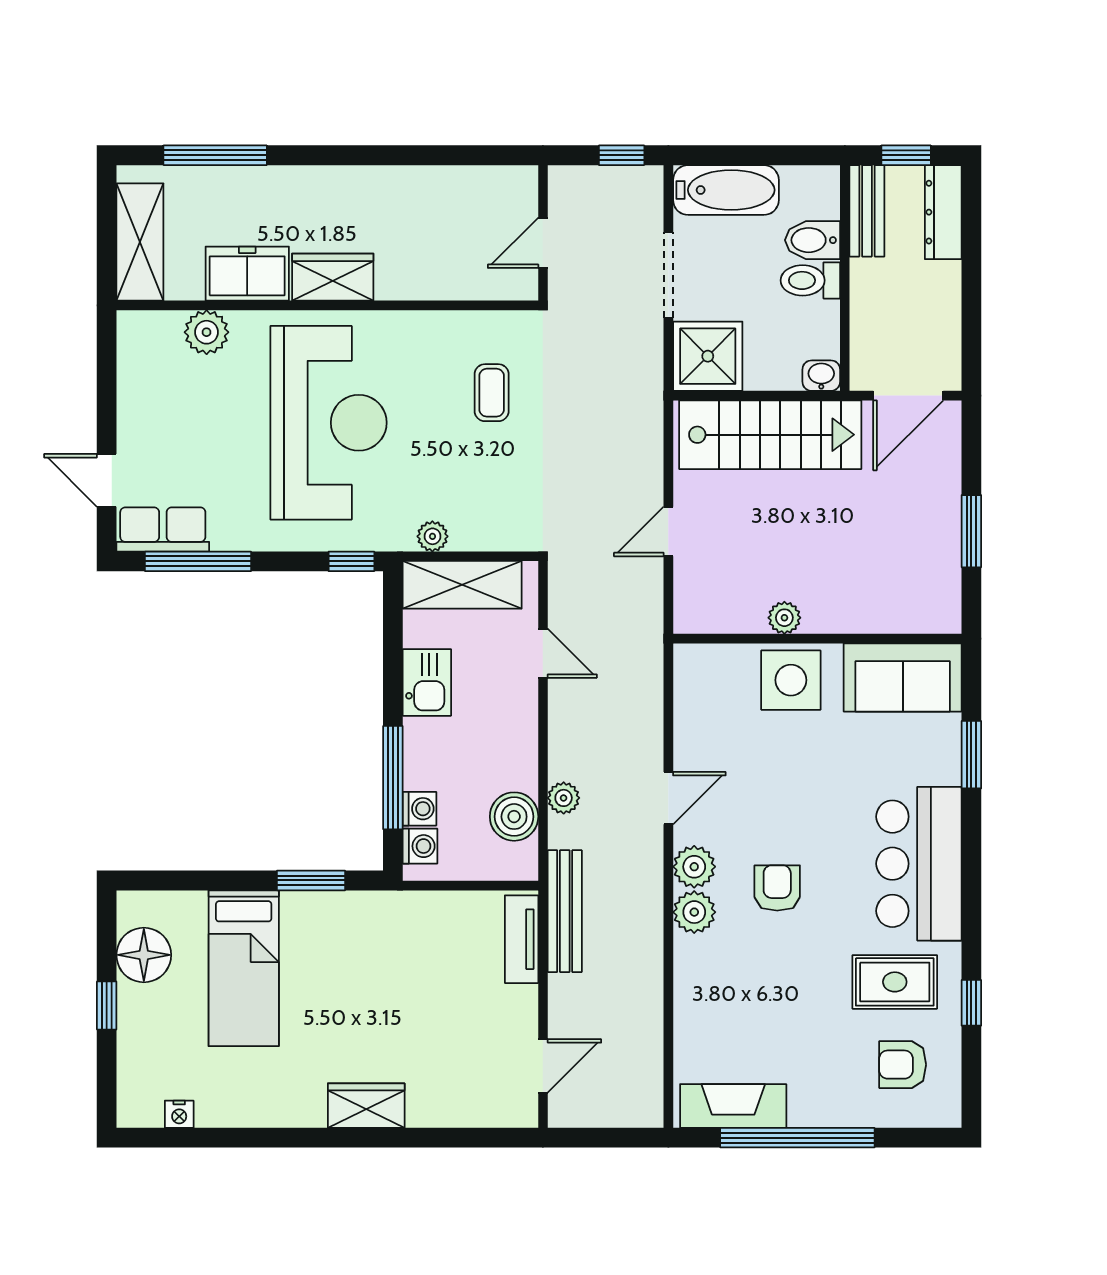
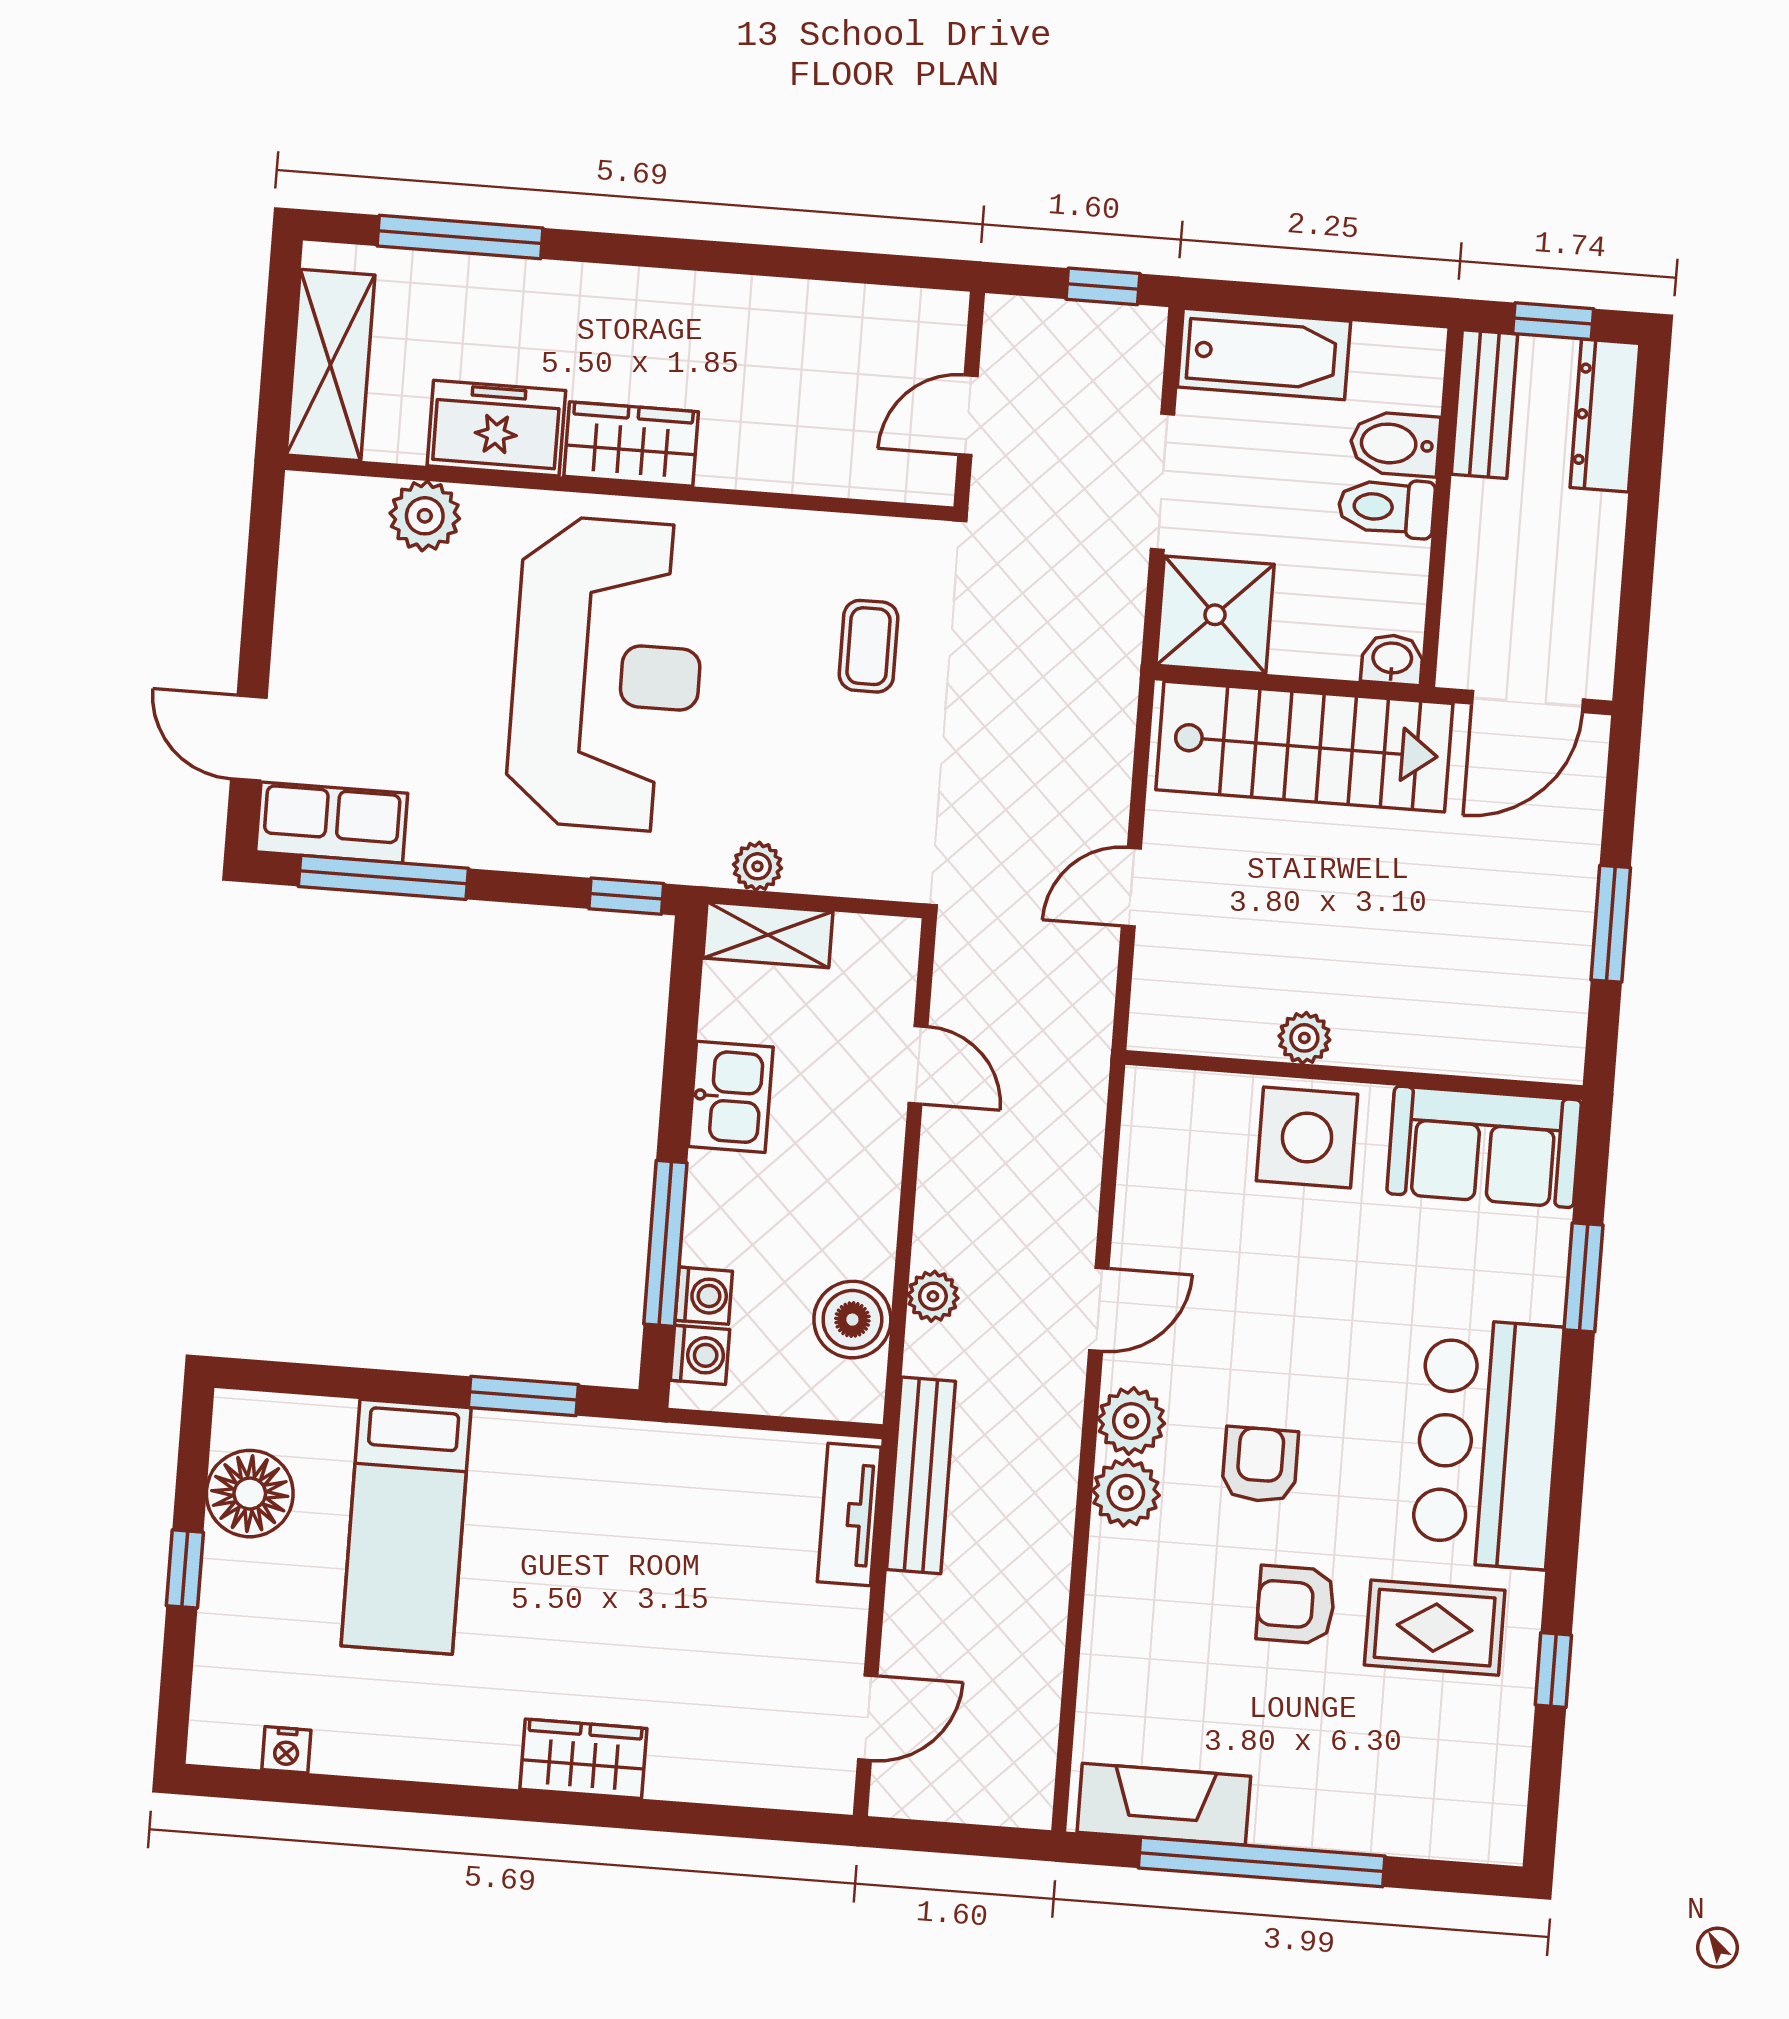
shelving: (462, 585) -> (768, 935), width x0.67, depth x0.75
armchair: (903, 1065) -> (1296, 1605), moved

